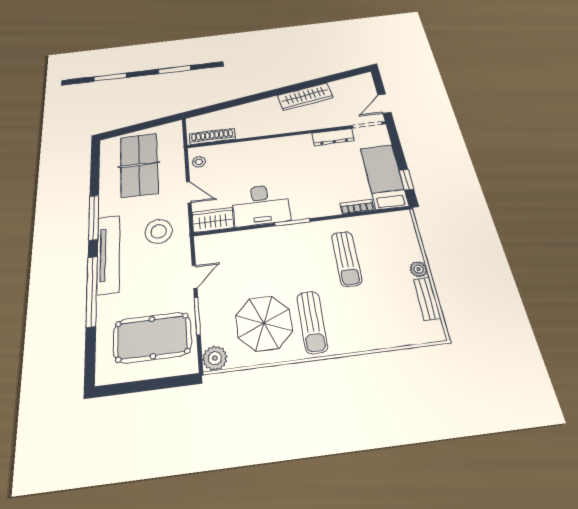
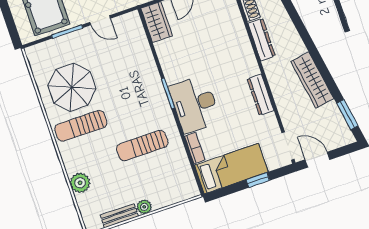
window: (344, 75) -> (347, 115), added
dresser: (256, 130) -> (262, 40), added
dresser: (333, 137) -> (260, 95), moved
window: (406, 180) -> (258, 180), moved
desk: (261, 205) -> (195, 104), moved
plant: (215, 358) -> (80, 183), moved

